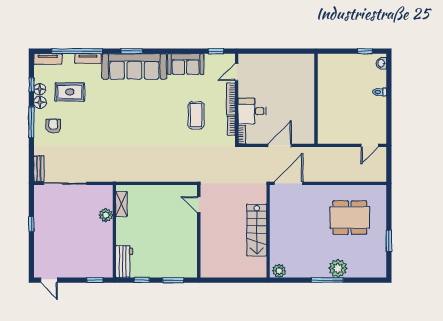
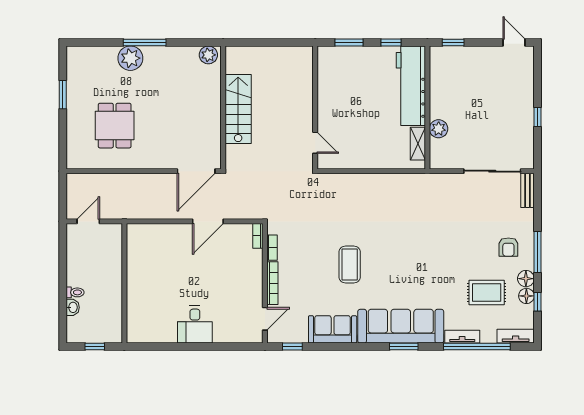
washbasin: (381, 63) -> (73, 307), moved
wall: (316, 99) -> (124, 283), moved
desk: (252, 111) -> (195, 325), moved, turned 90
coffee table: (196, 115) -> (350, 264), moved
dining table: (350, 218) -> (115, 126), width x0.73
workbench: (124, 262) -> (411, 86), width x1.88, depth x1.32

